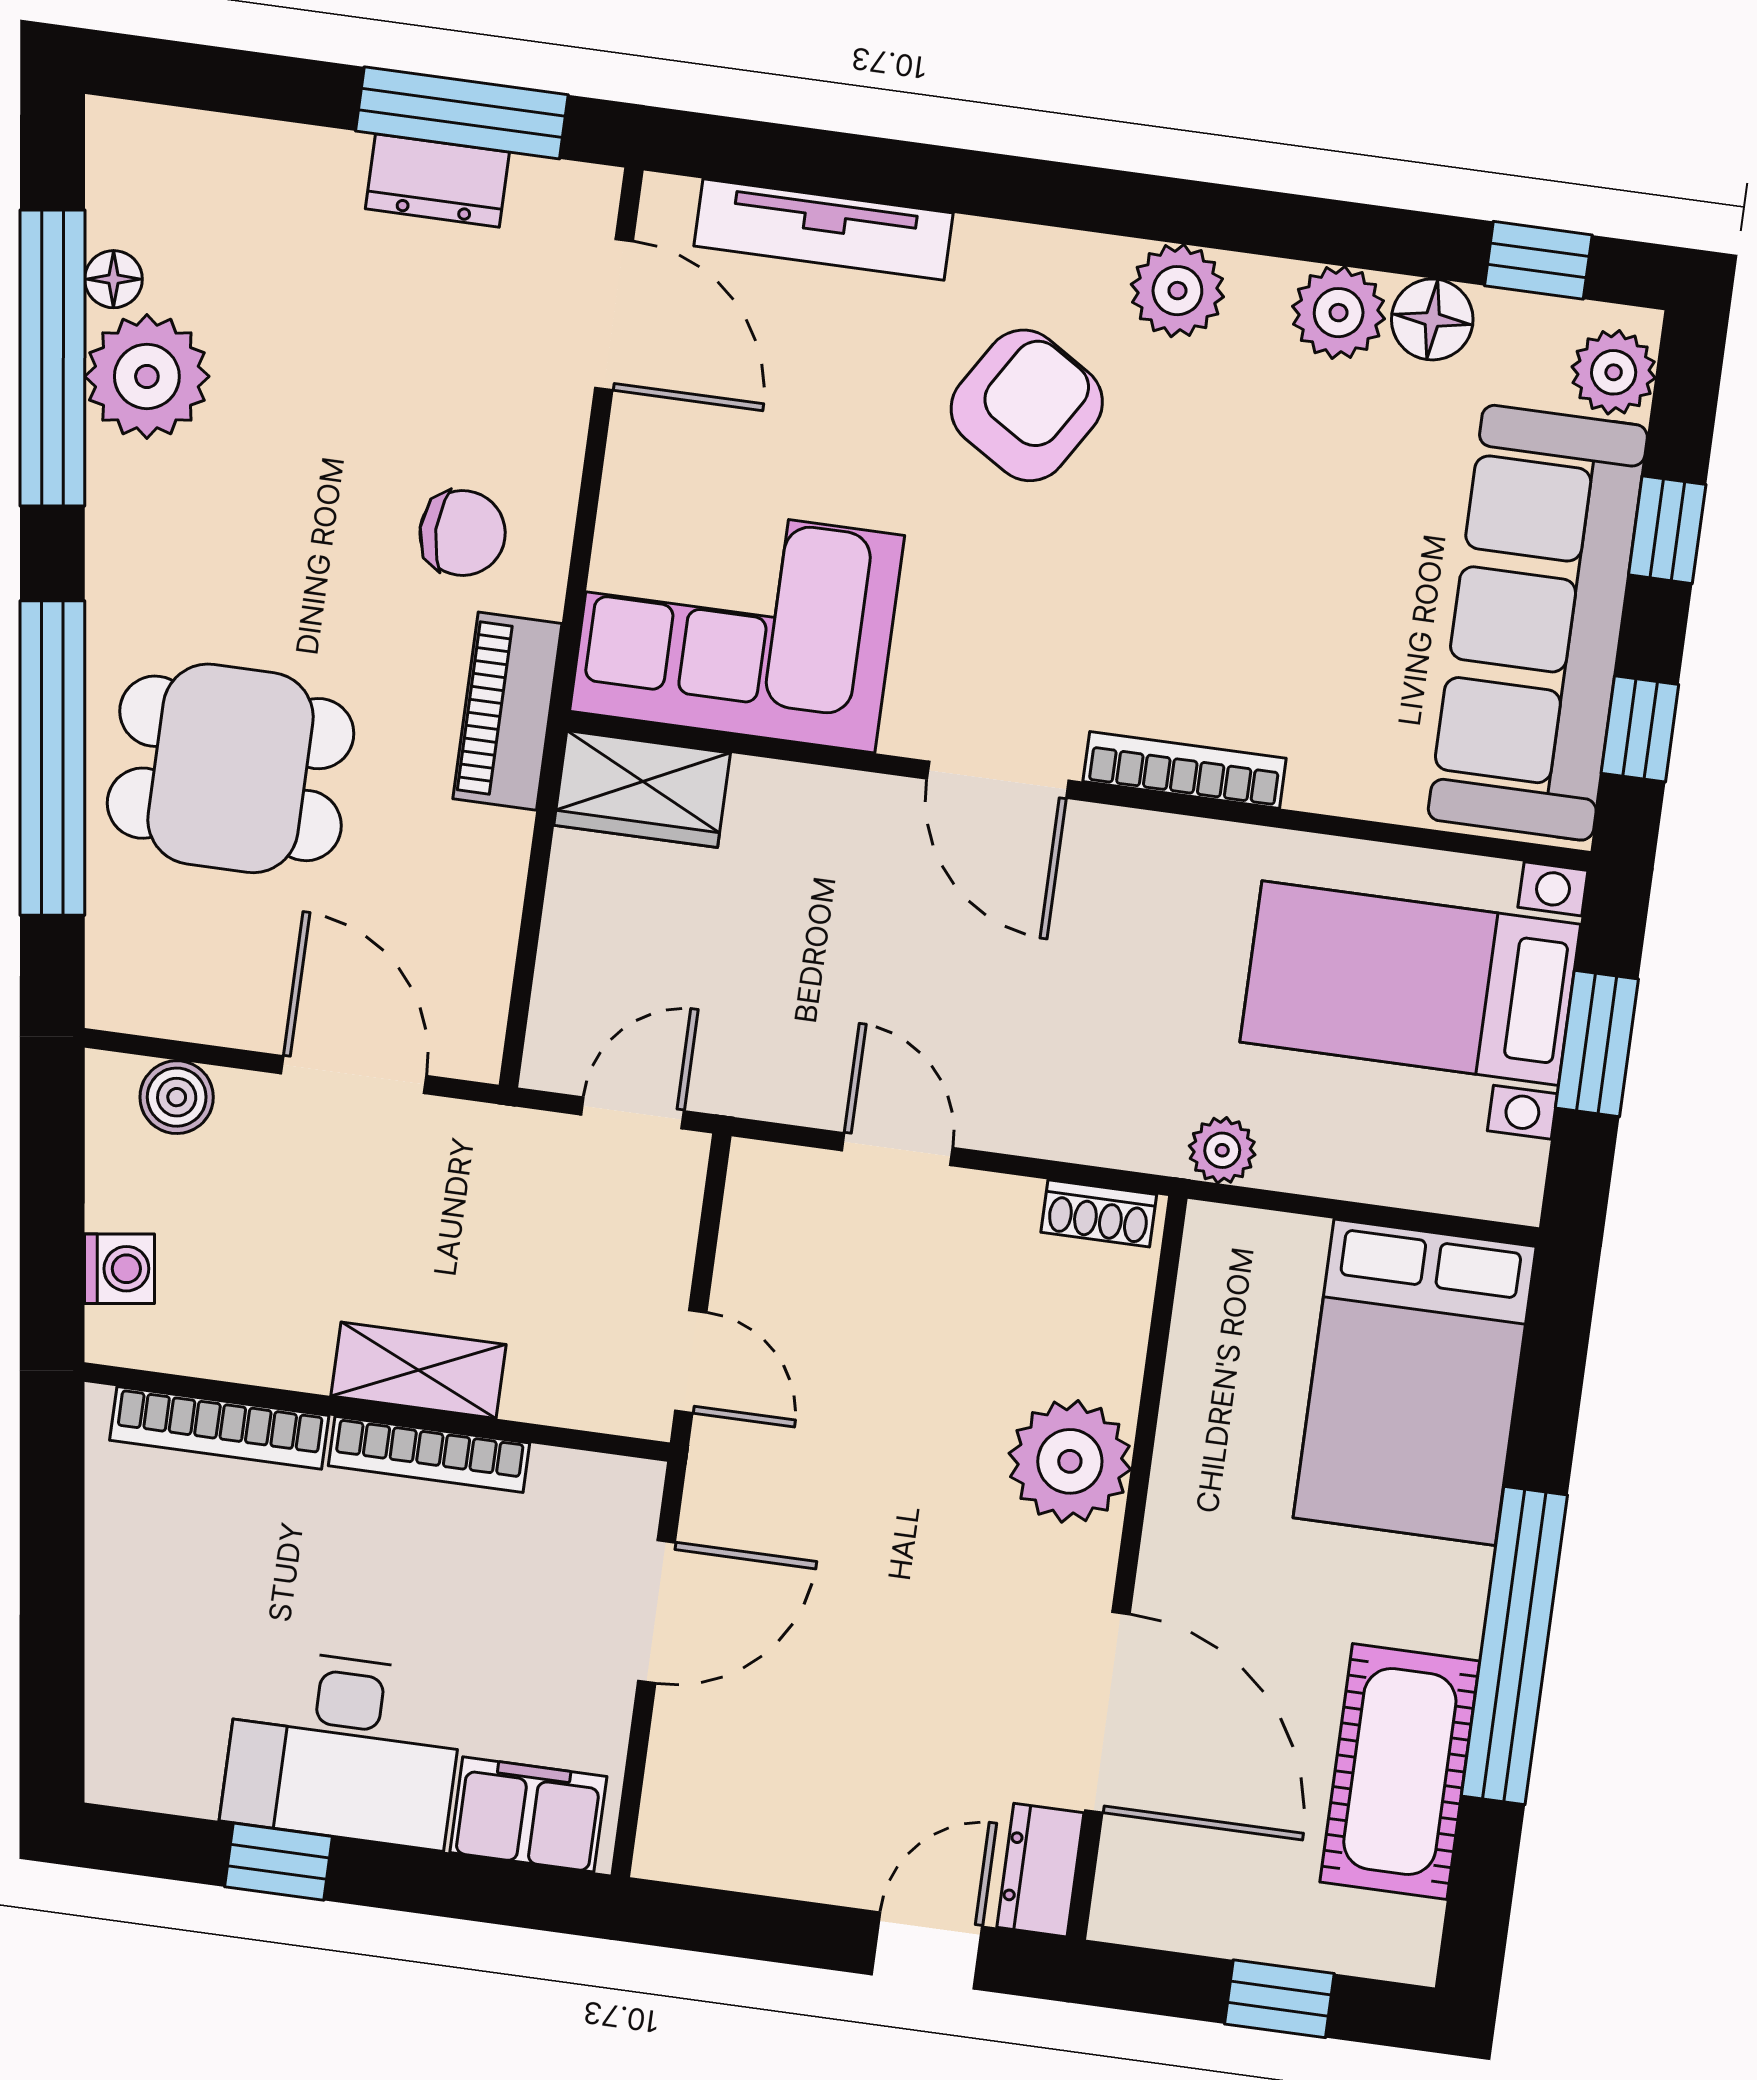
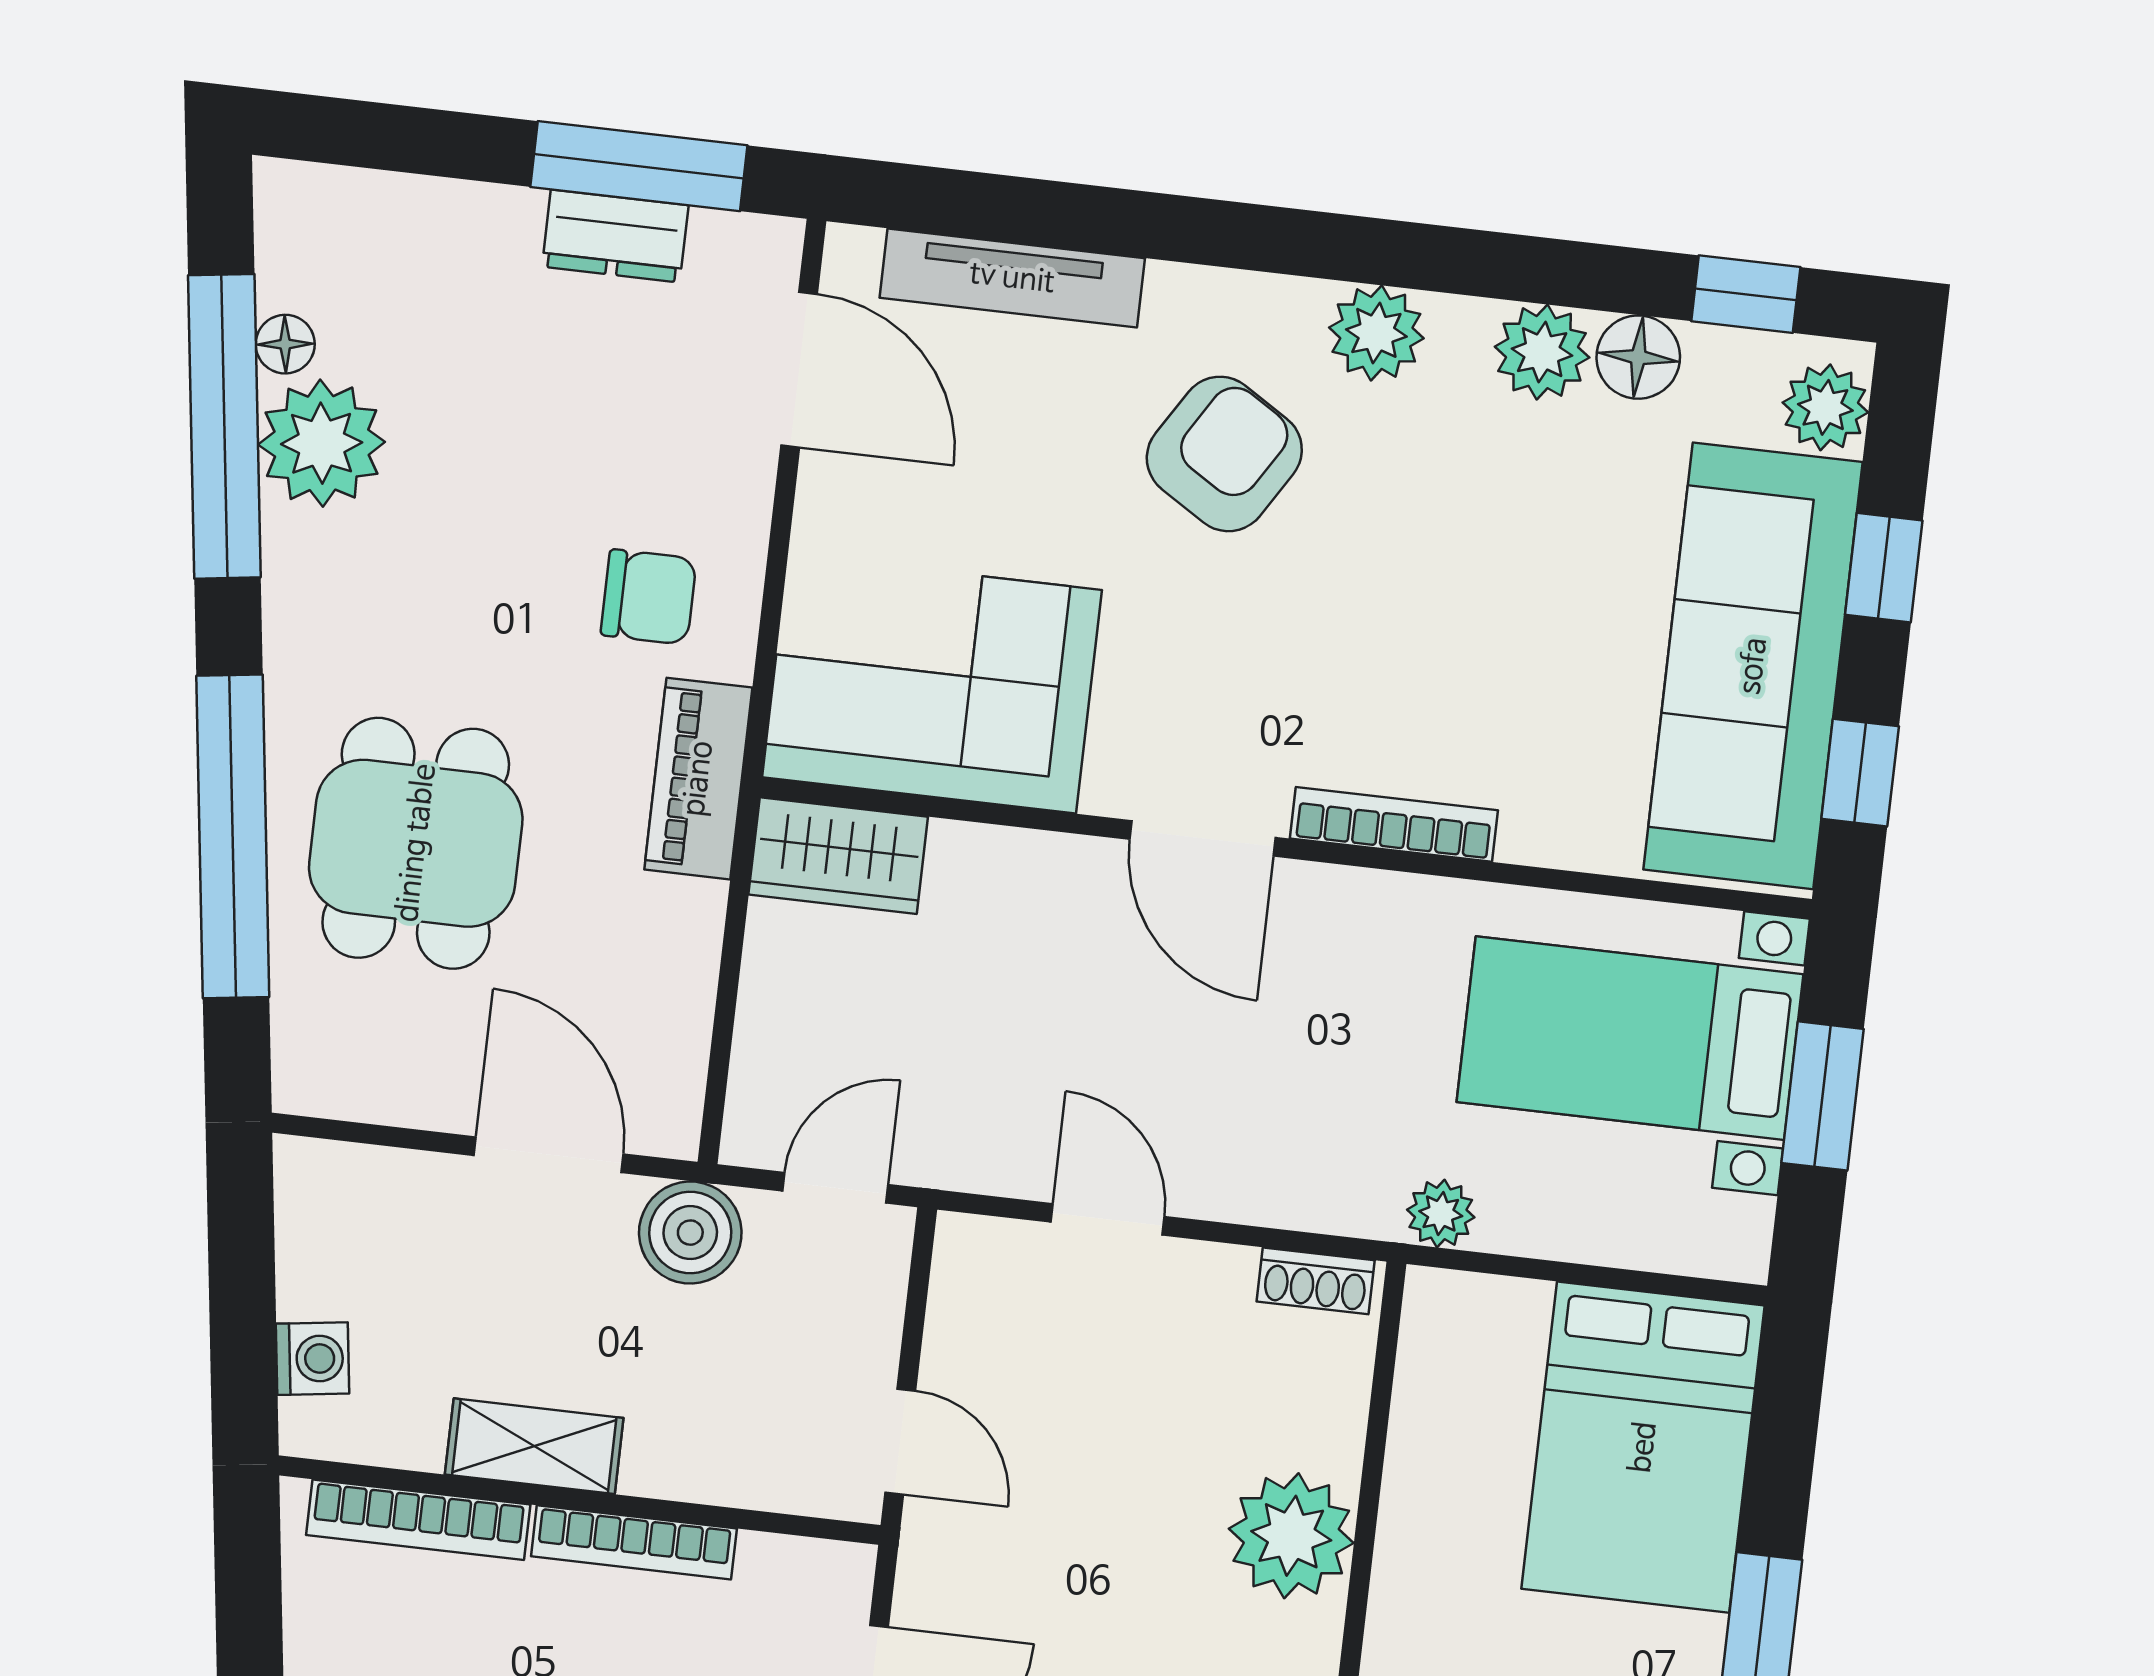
dining table: (231, 768) -> (416, 843), turned 90
boiler: (177, 1097) -> (690, 1233), moved, width x1.36, depth x1.36
shelving: (419, 1370) -> (534, 1446), moved

